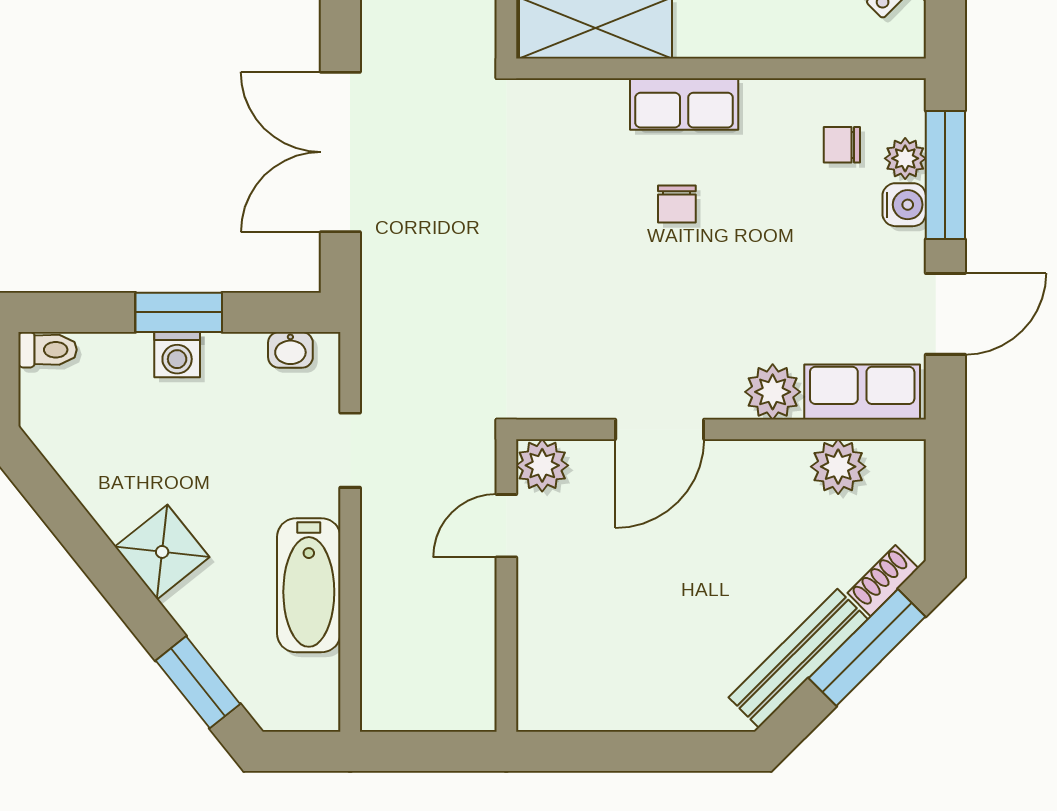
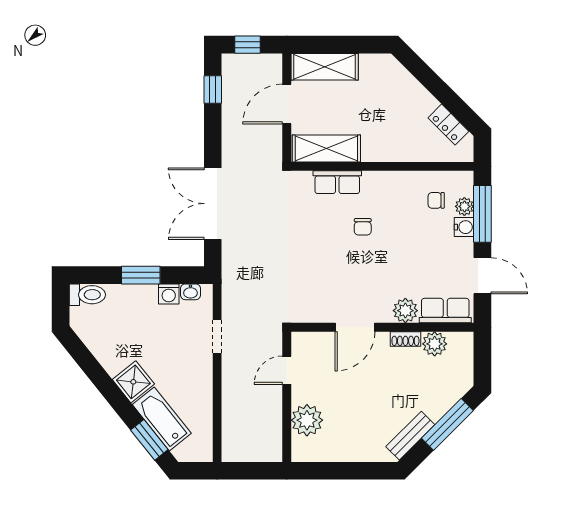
row of seats: (684, 104) -> (337, 182), moved
door: (945, 314) -> (482, 276), hinge flipped
toilet: (48, 350) -> (87, 295), width x1.37, depth x1.39
washing machine: (177, 355) -> (169, 294), moved
plant: (542, 465) -> (307, 420), moved, width x1.36, depth x1.36
shoe rack: (883, 581) -> (405, 339), moved, turned -135
bathtub: (309, 585) -> (162, 419), moved, turned 141
bench: (798, 658) -> (410, 436), width x0.73

